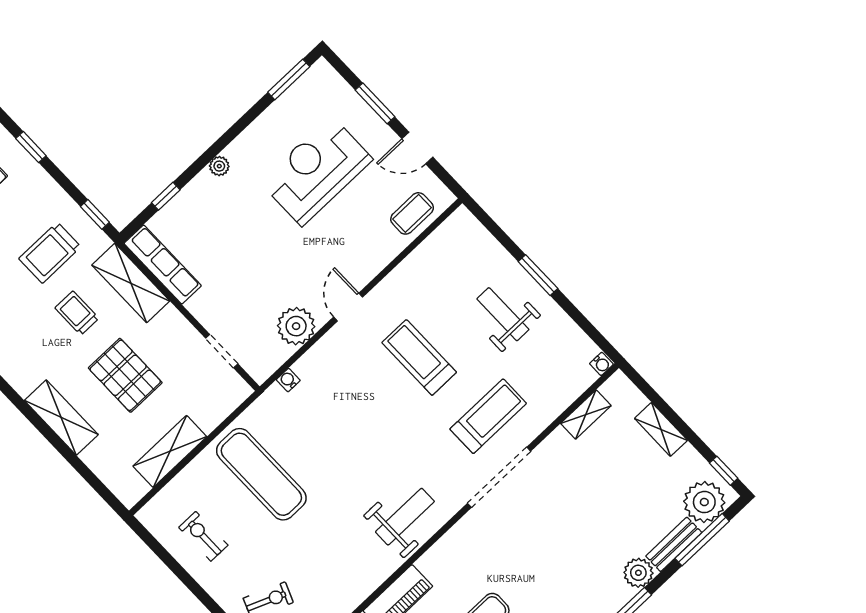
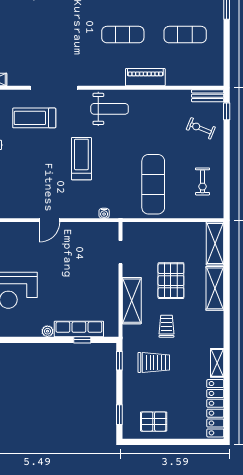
row of seats: (163, 264) -> (79, 329), moved, turned 90
shelving: (131, 283) -> (132, 301), moved
trolley: (77, 313) -> (166, 326), turned 180
plant: (296, 326) -> (79, 233), removed
treadmill: (419, 357) -> (81, 159), moved, turned 180
shelving: (170, 451) -> (215, 244), moved, turned 90
weight bench: (405, 517) -> (110, 109), turned 180

